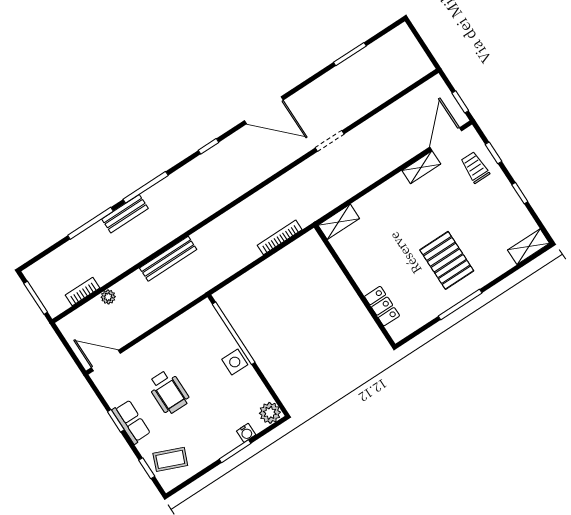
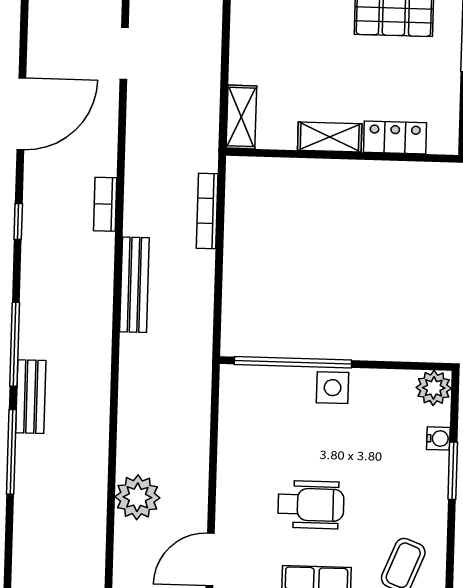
bench: (168, 259) -> (134, 285), moved
shelving: (360, 273) -> (330, 137), added
bookcase: (82, 291) -> (105, 204), moved
plant: (108, 297) -> (137, 497), width x1.88, depth x1.88

